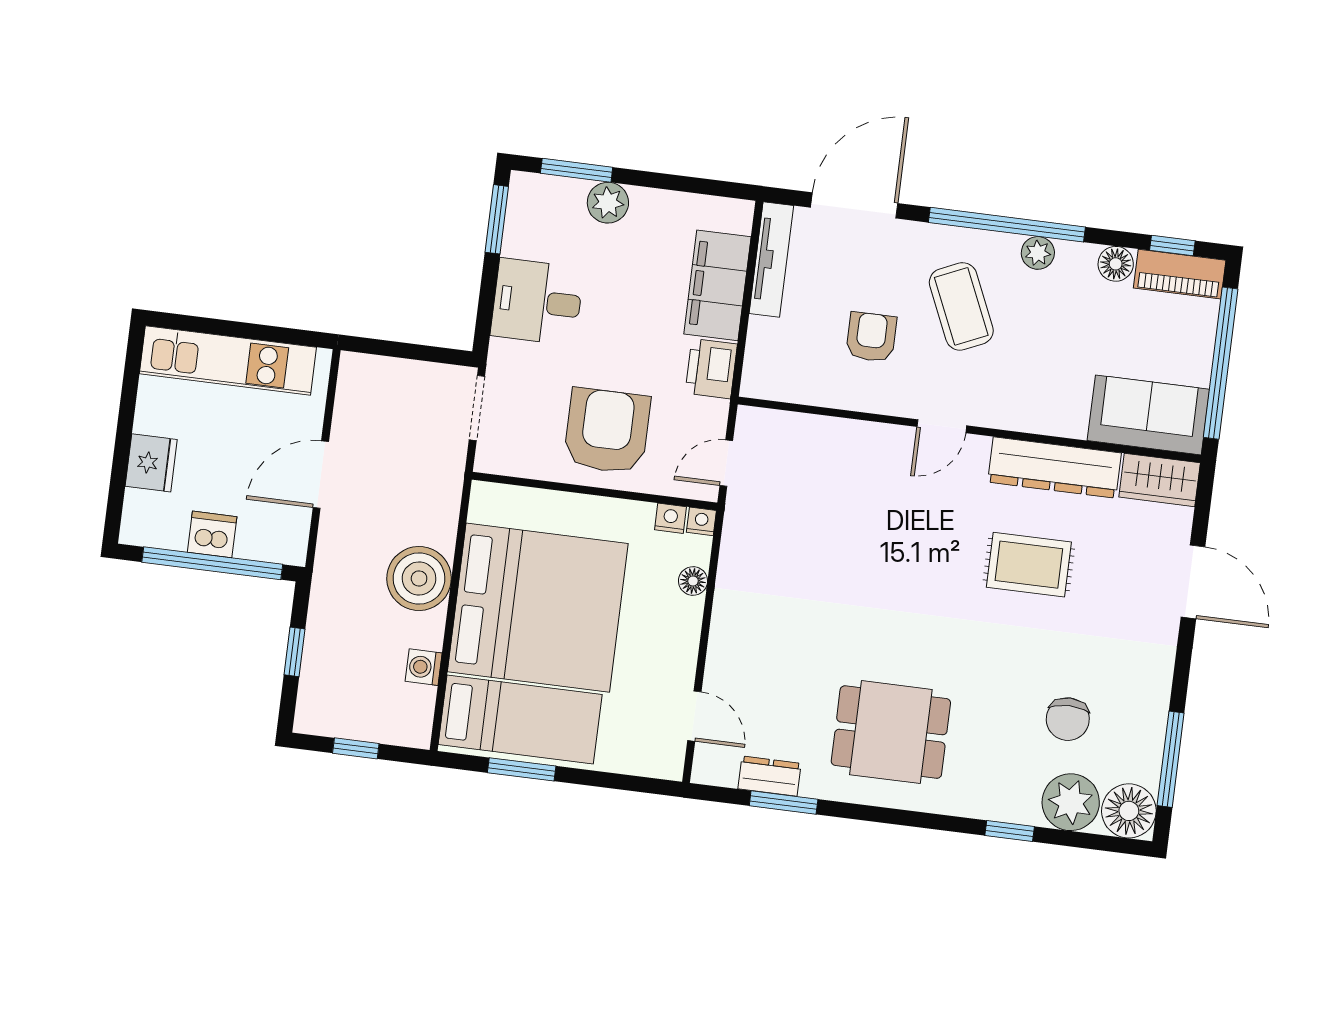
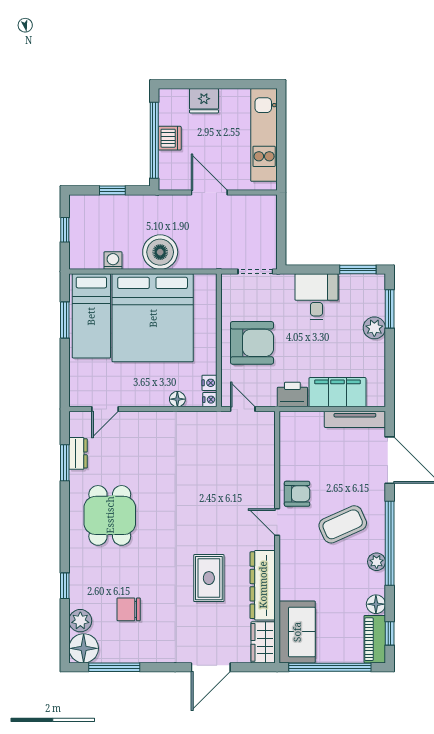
armchair: (871, 337) -> (297, 494), moved
plant: (1071, 802) -> (80, 621), width x0.73, depth x0.73

